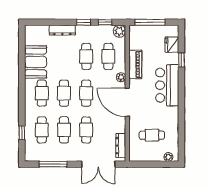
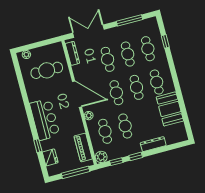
piano: (135, 64) -> (83, 147), moved
cafe table: (152, 135) -> (47, 70), width x1.37, depth x1.35

